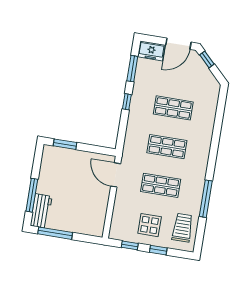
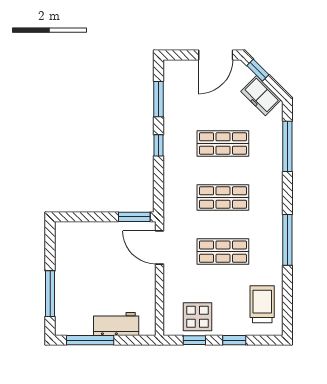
freezer: (151, 51) -> (261, 96), moved, turned 45
window: (219, 118) -> (287, 146), added
window: (65, 144) -> (134, 217), moved
window: (206, 199) -> (287, 240), moved
workbench: (41, 211) -> (116, 324), moved, turned -90
display table: (150, 225) -> (197, 317), moved

